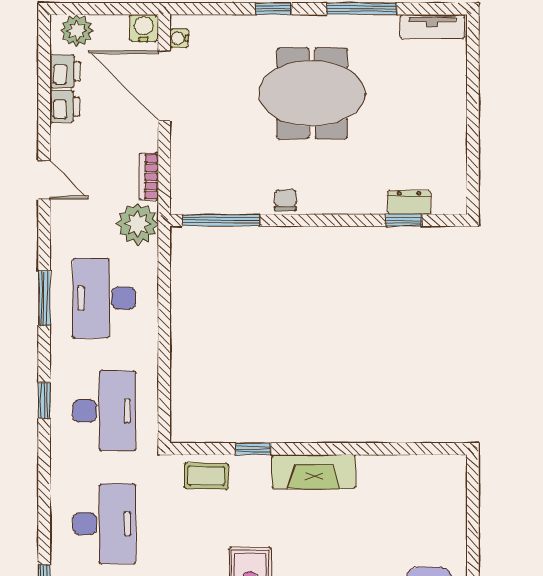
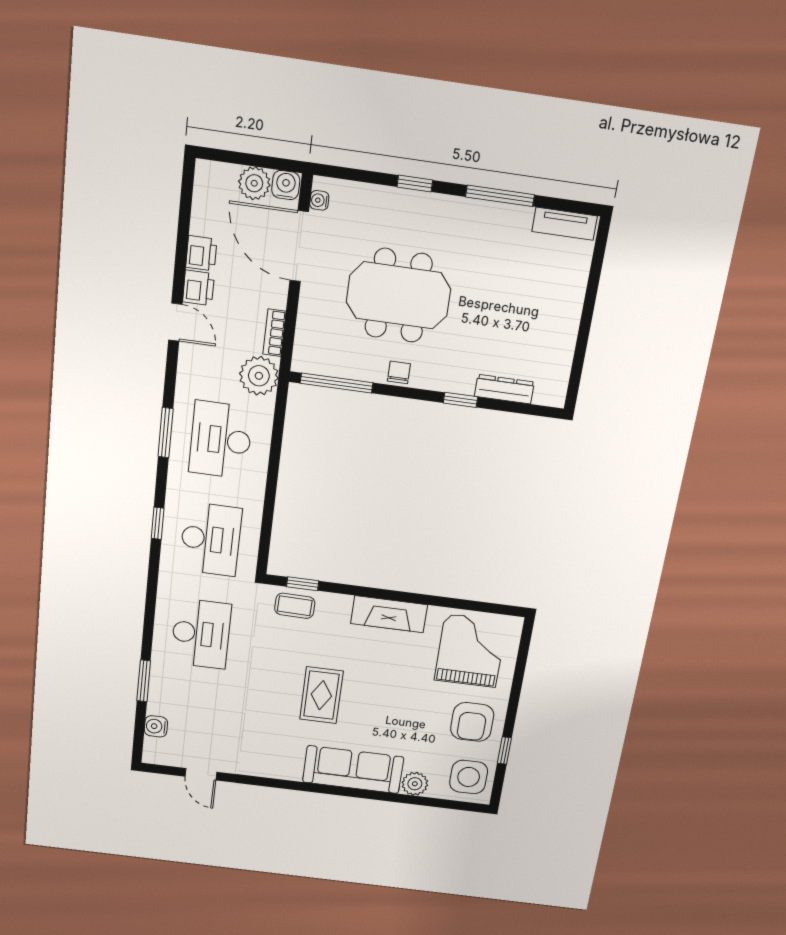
plant: (77, 31) -> (254, 183), moved
printer: (65, 71) -> (198, 288), moved
meeting table: (312, 93) -> (398, 295), moved
dresser: (409, 203) -> (504, 389), width x1.44
window: (404, 220) -> (460, 400), moved
window: (253, 449) -> (303, 584), moved
grand piano: (413, 503) -> (470, 651), added

